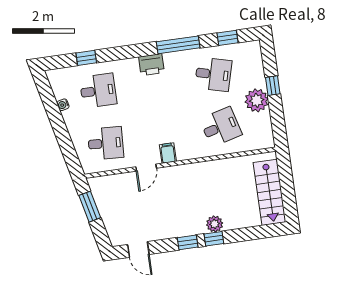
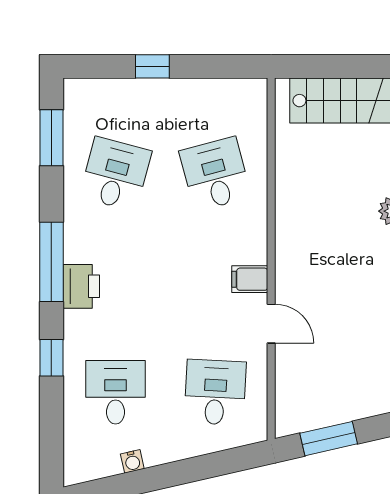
window: (228, 38) -> (51, 138), width x1.50
window: (178, 45) -> (51, 262), moved
window: (86, 58) -> (51, 358), moved
plant: (257, 100) -> (175, 100), removed

